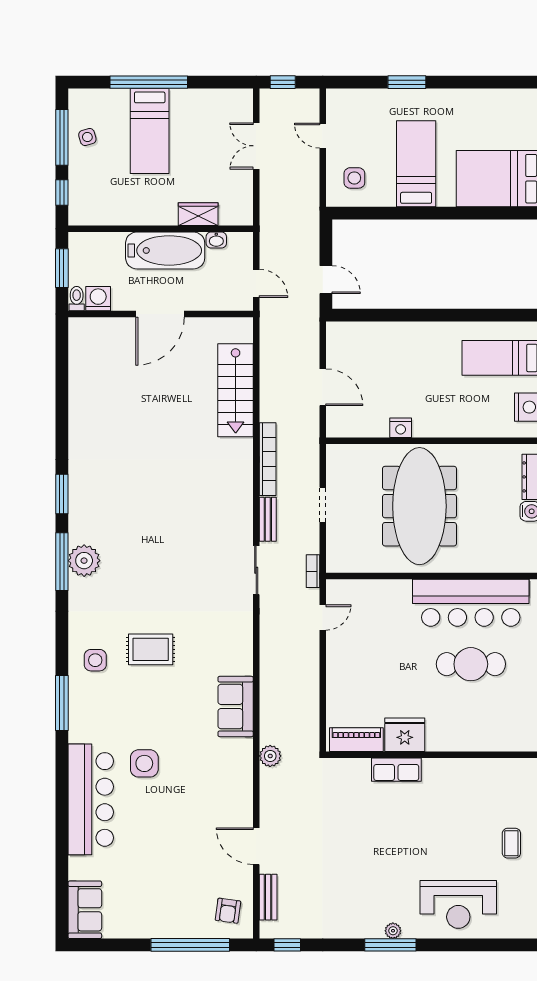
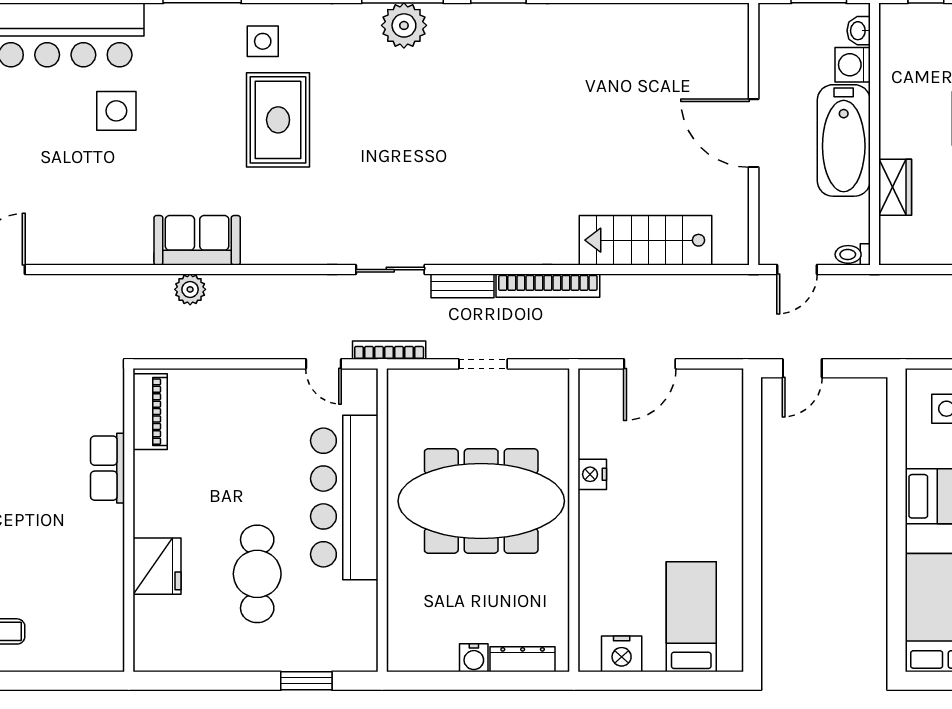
washbasin: (216, 240) -> (859, 31), moved
toilet: (77, 299) -> (853, 254), moved, turned 180
washing machine: (98, 299) -> (853, 65), moved, turned 180
bookcase: (313, 571) -> (389, 350), width x1.56
bar counter: (471, 603) -> (344, 497), moved
rug: (151, 649) -> (278, 120), width x1.36, depth x1.43
fridge: (405, 735) -> (157, 566), moved
plant: (270, 756) -> (190, 289), moved

